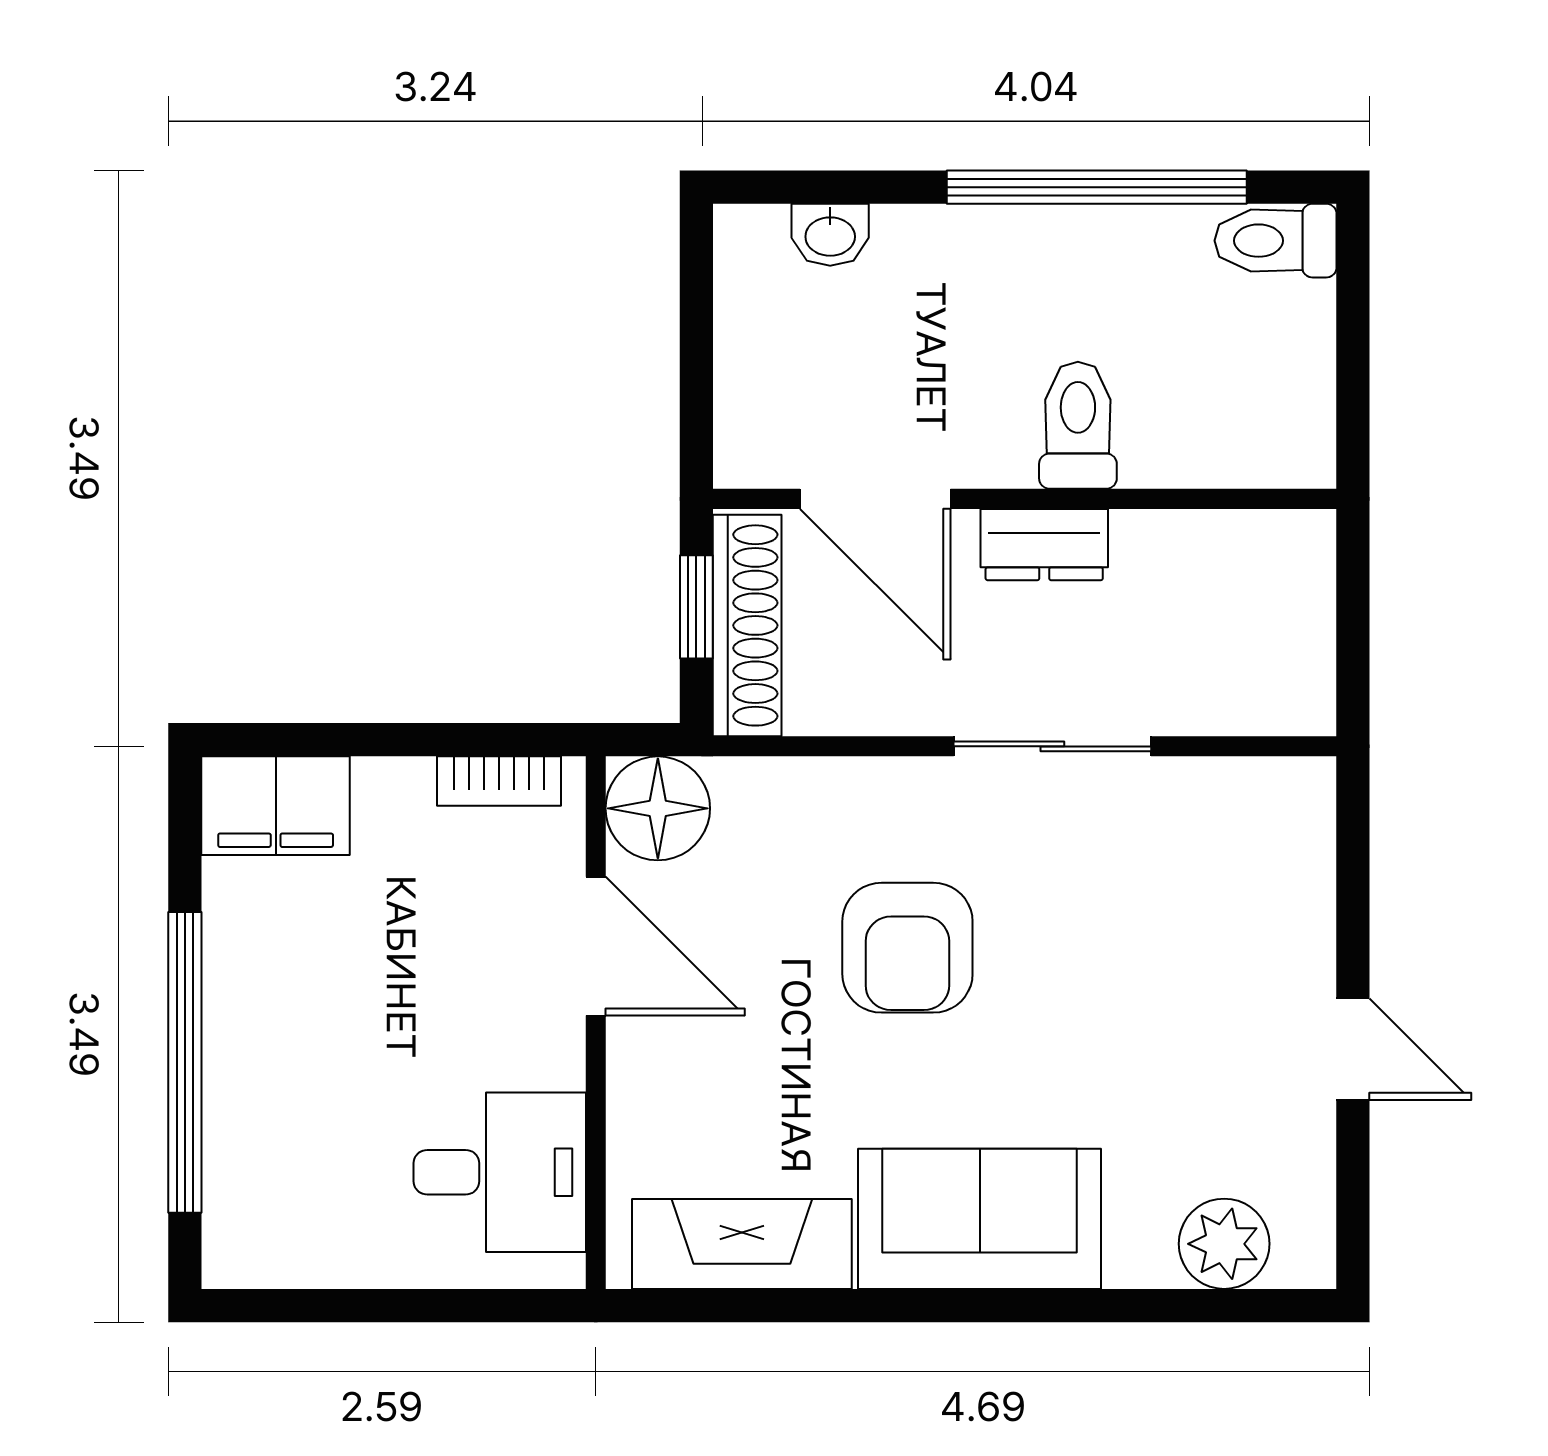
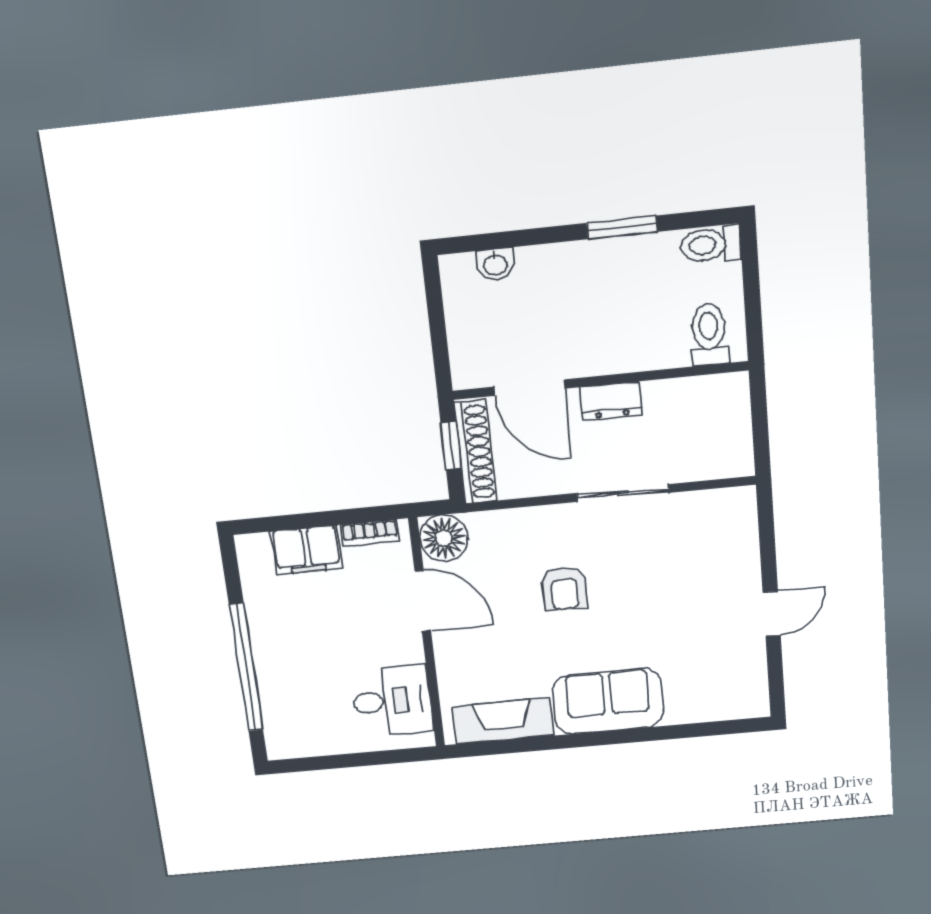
window: (1097, 187) -> (622, 227), width x0.47
toilet: (1078, 425) -> (709, 335), moved
filing cabinet: (276, 806) -> (306, 550), moved
armchair: (907, 948) -> (564, 588), width x0.72, depth x0.72
door: (1353, 1049) -> (772, 614), hinge flipped
plant: (1224, 1244) -> (719, 702), removed

